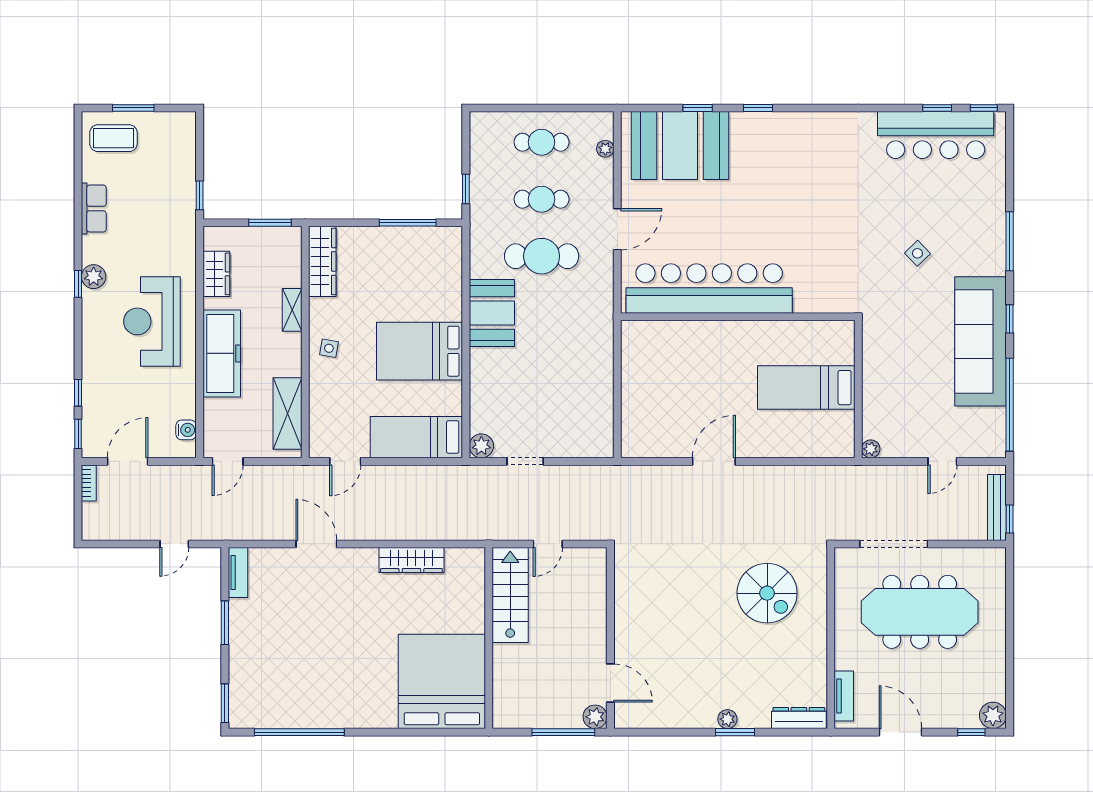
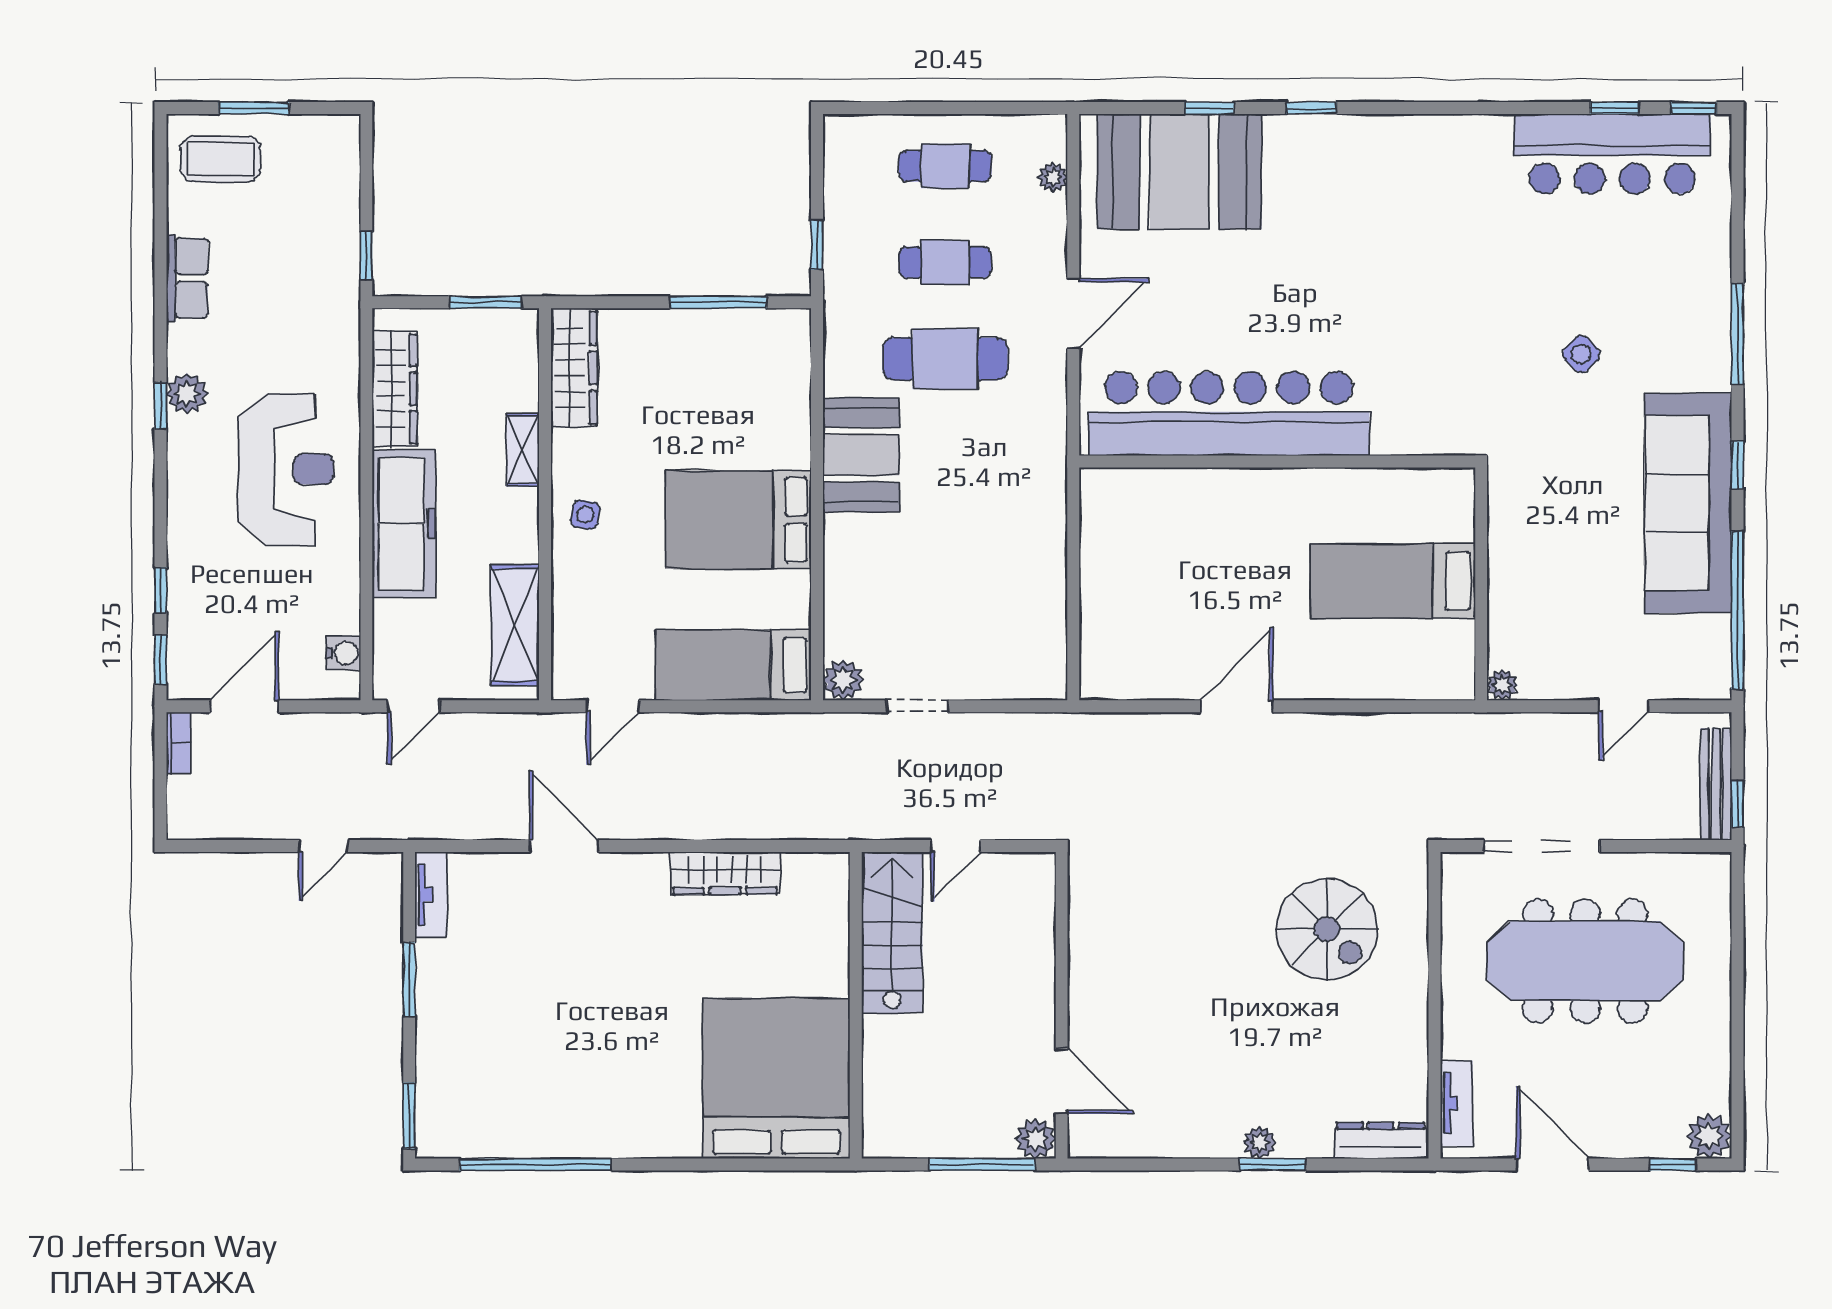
wardrobe: (216, 274) -> (395, 389), width x1.50
reception desk: (152, 321) -> (286, 469), turned 180

